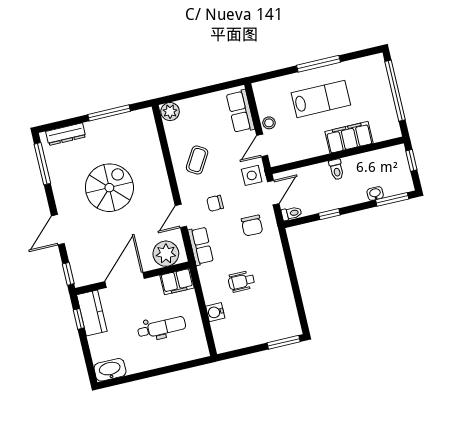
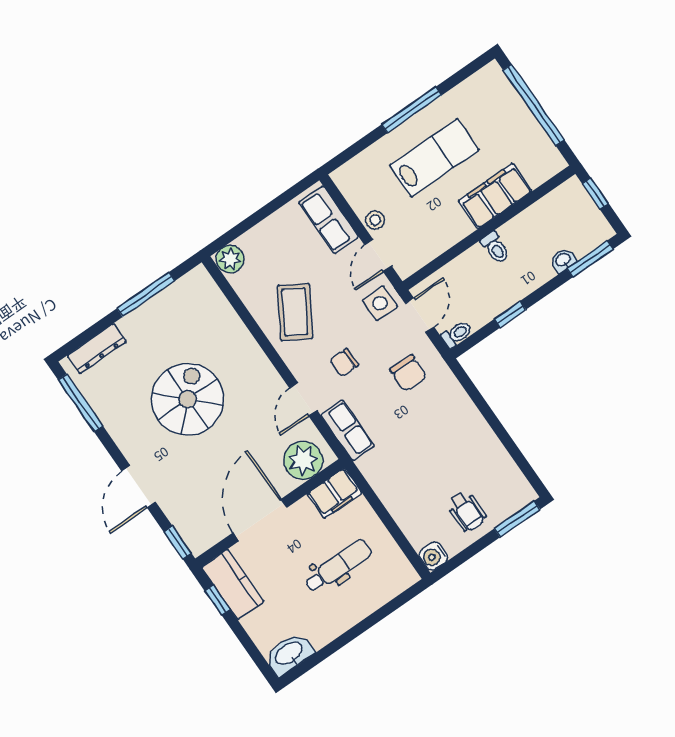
coffee table: (197, 160) -> (295, 312), width x1.36, depth x1.30
wheelchair: (241, 281) -> (466, 511), moved, turned -90
water cooler: (215, 312) -> (433, 556), moved

